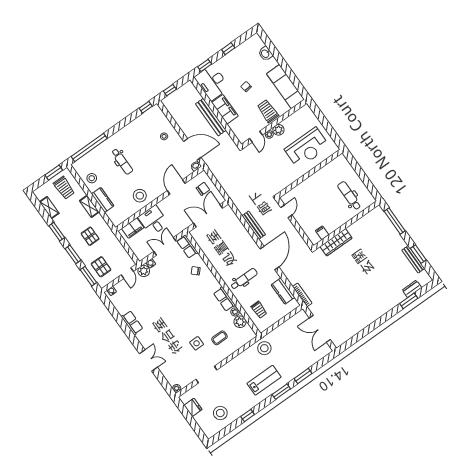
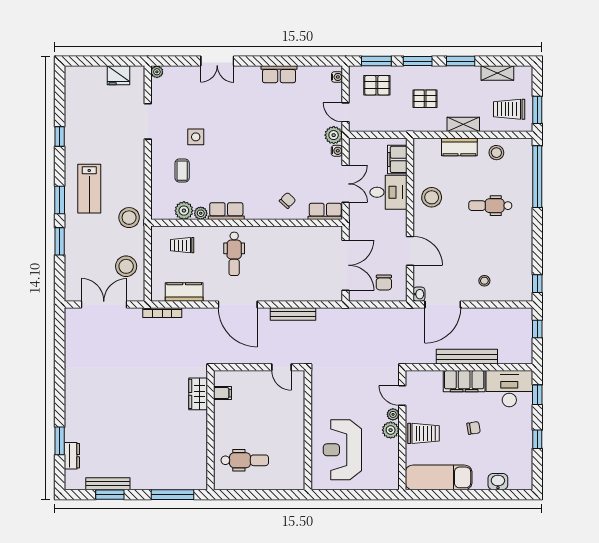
wardrobe: (336, 242) -> (198, 394), width x0.67
stool: (220, 413) -> (126, 266), moved

